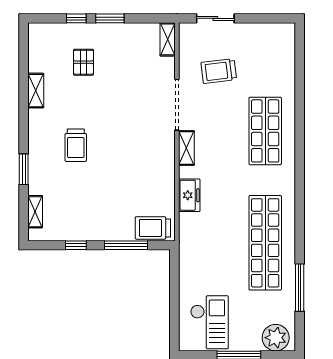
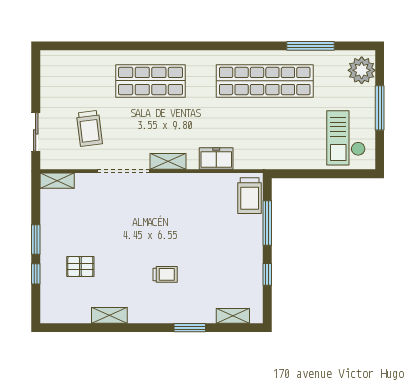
trolley: (76, 145) -> (165, 274), width x0.73, depth x0.72
checkout: (209, 322) -> (346, 138), turned -90

